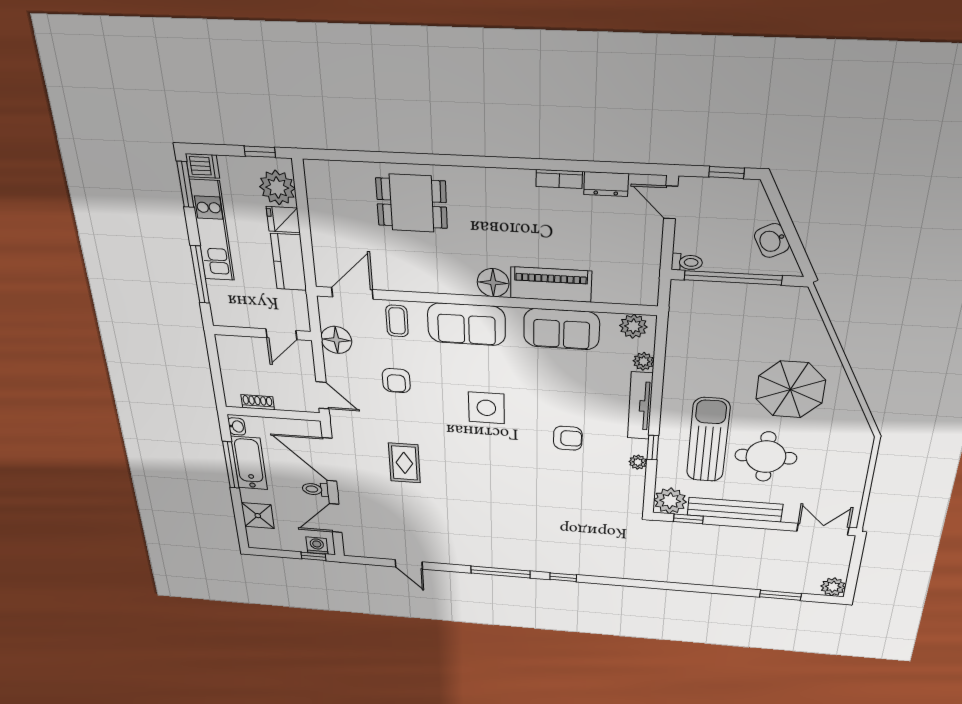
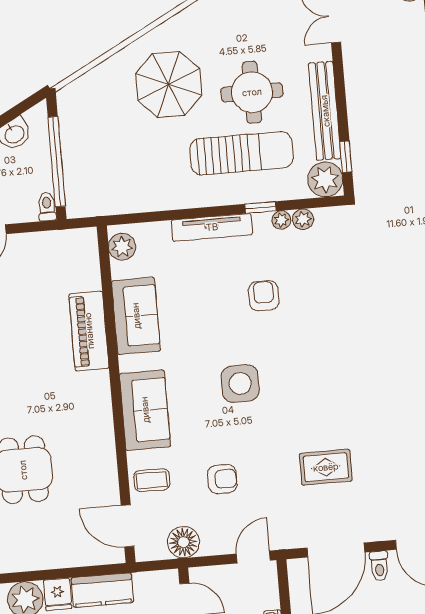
floor lamp: (493, 283) -> (95, 387), removed
plant: (643, 361) -> (303, 219), moved
sun lounger: (708, 440) -> (241, 153), turned 180

